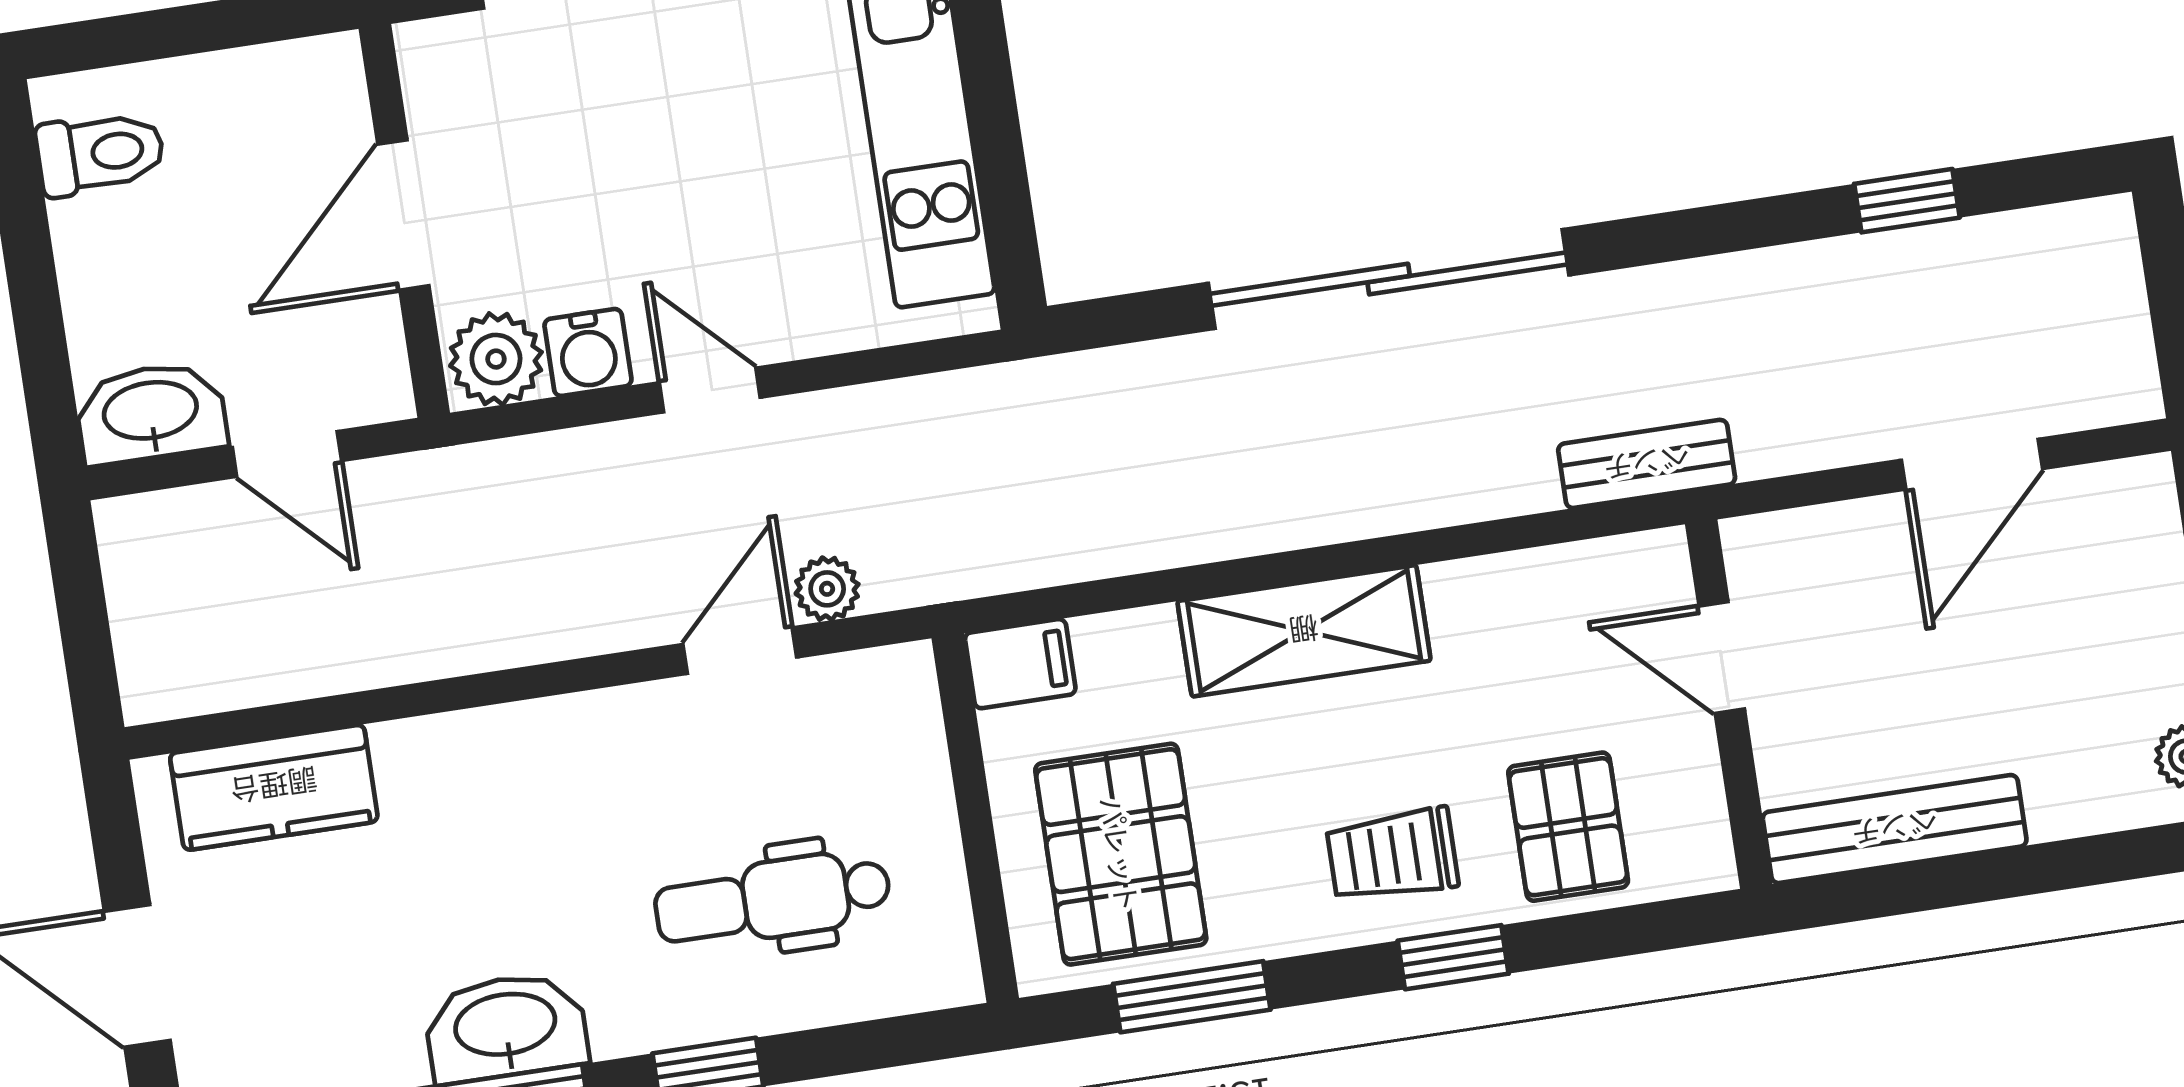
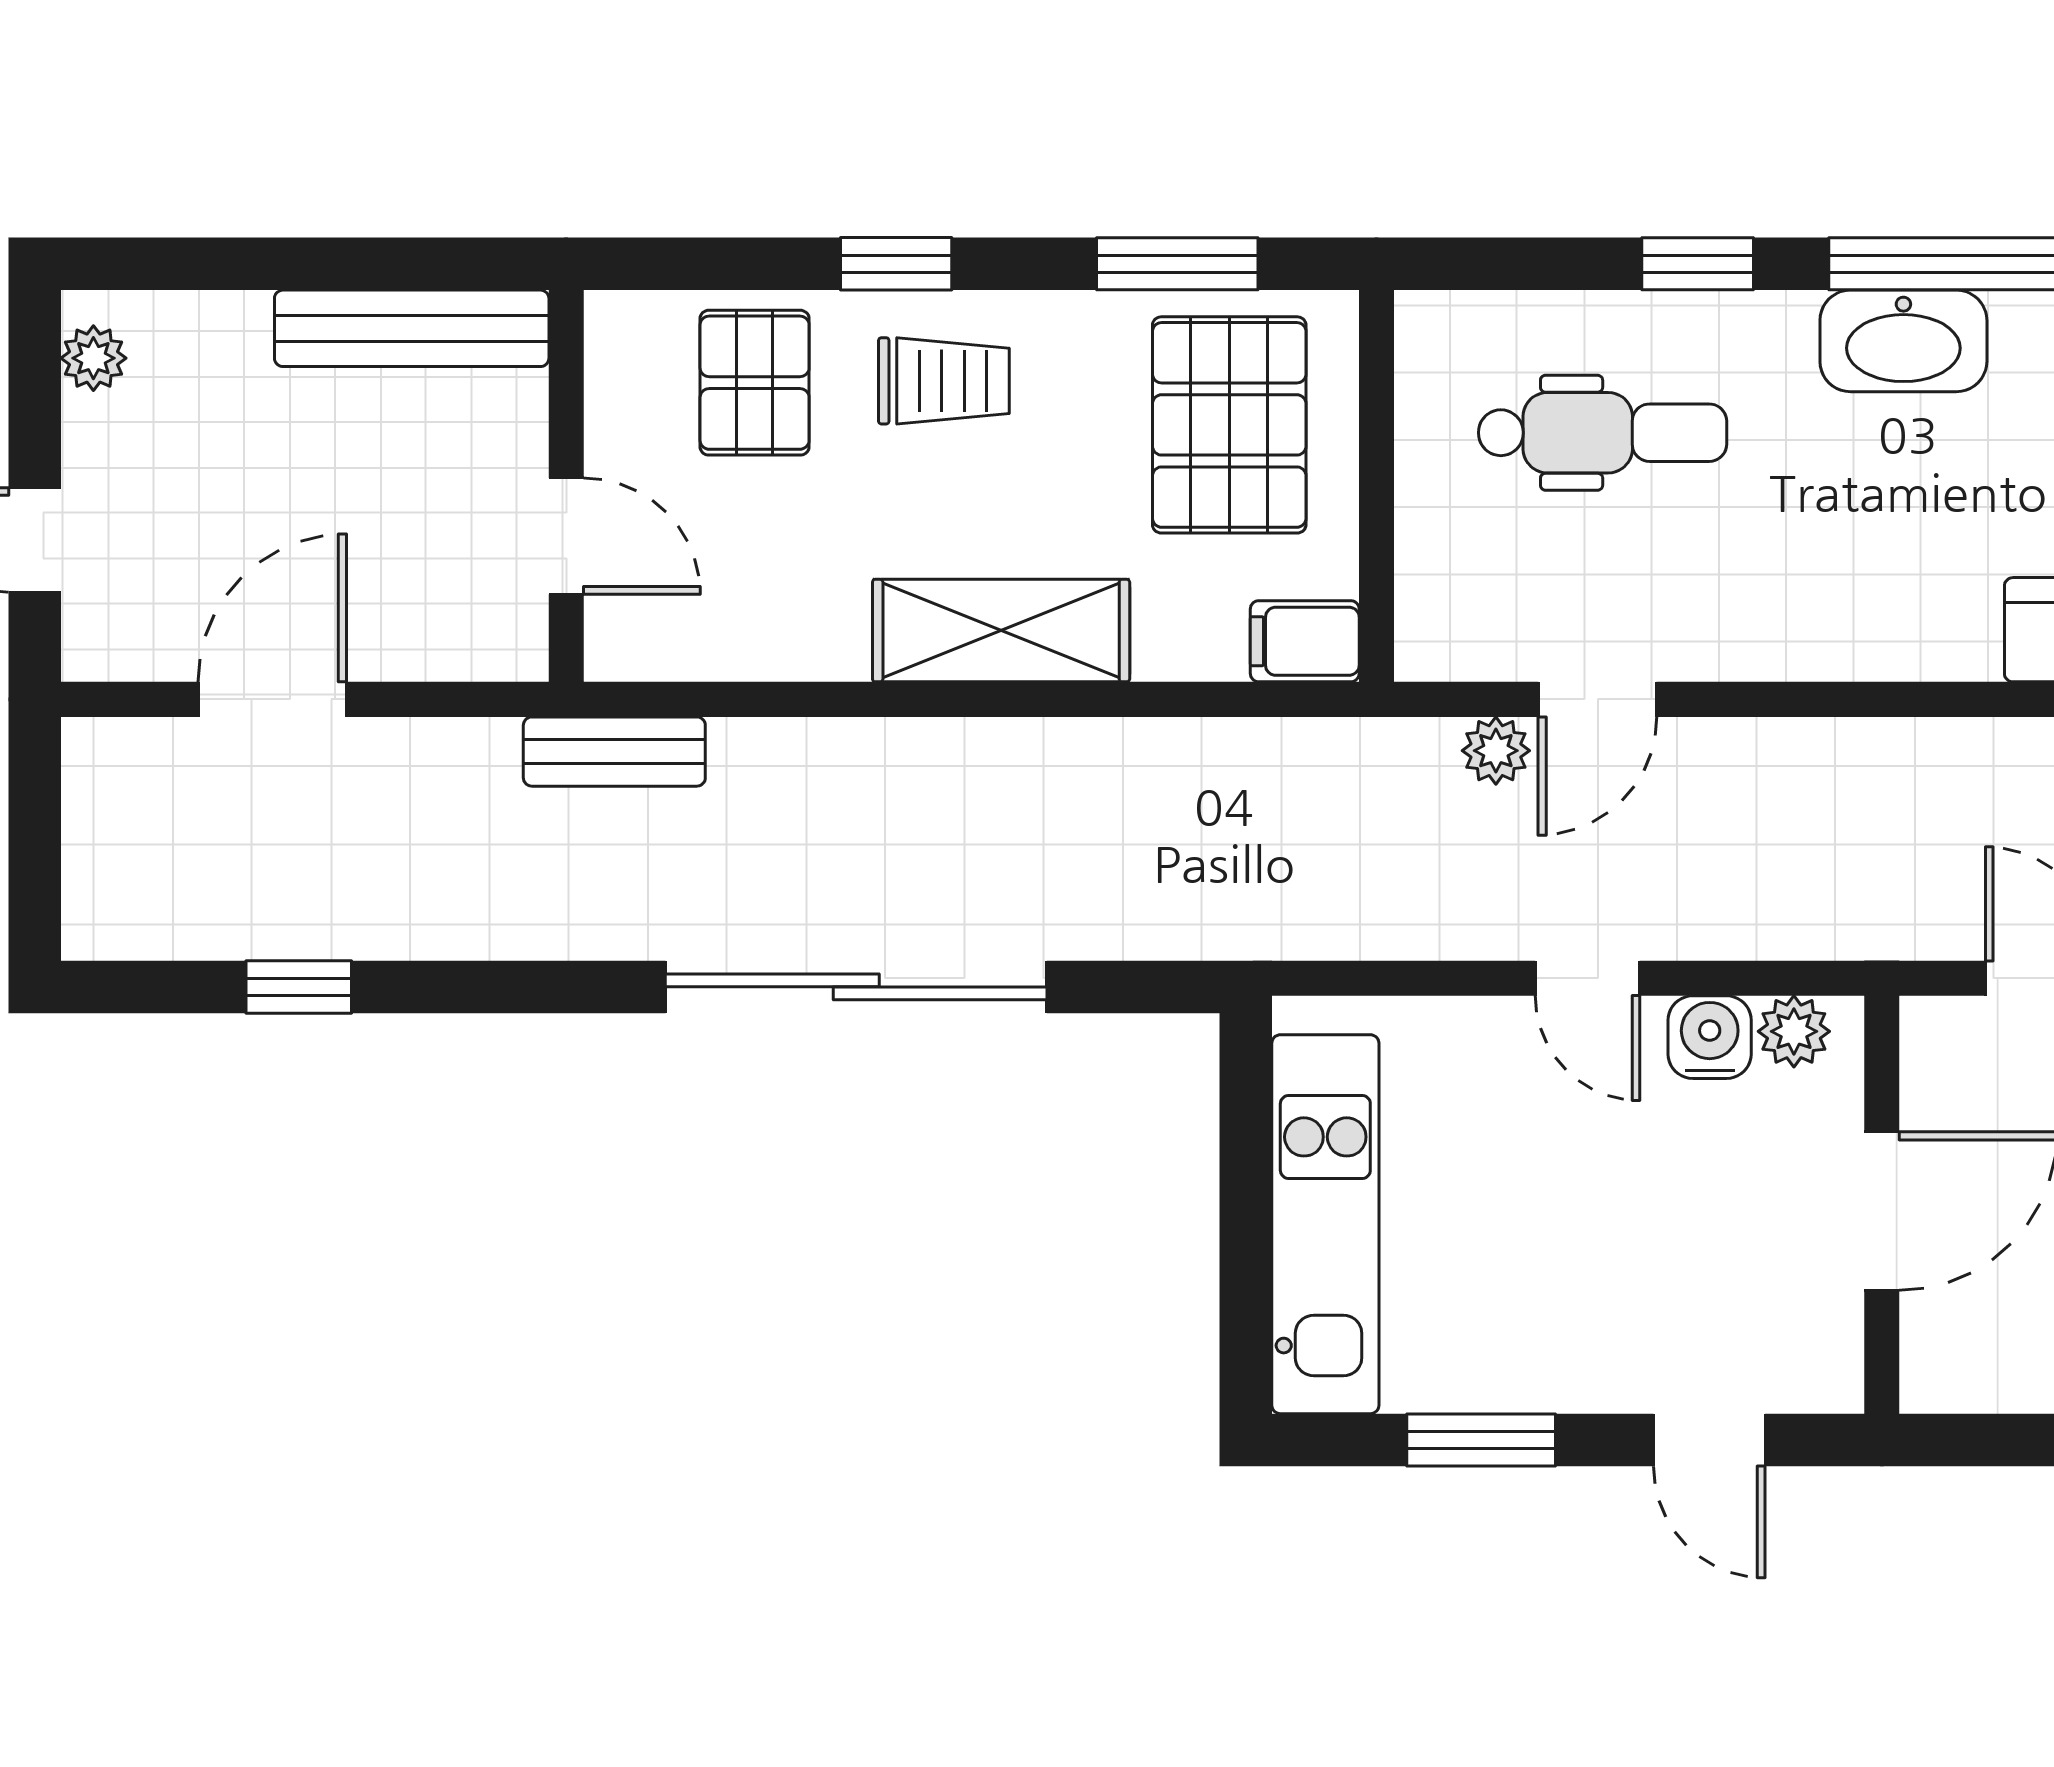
plant: (496, 359) -> (1794, 1031), width x0.73, depth x0.73

